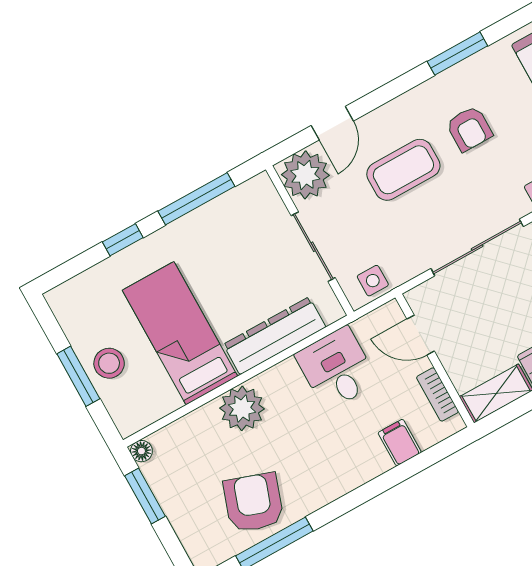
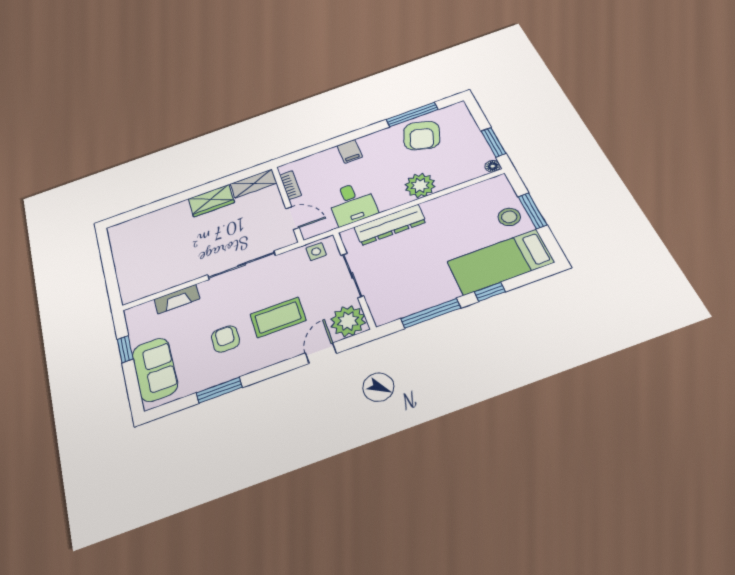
bed: (180, 333) -> (500, 262), moved, turned 90
filing cabinet: (400, 442) -> (350, 151), moved

